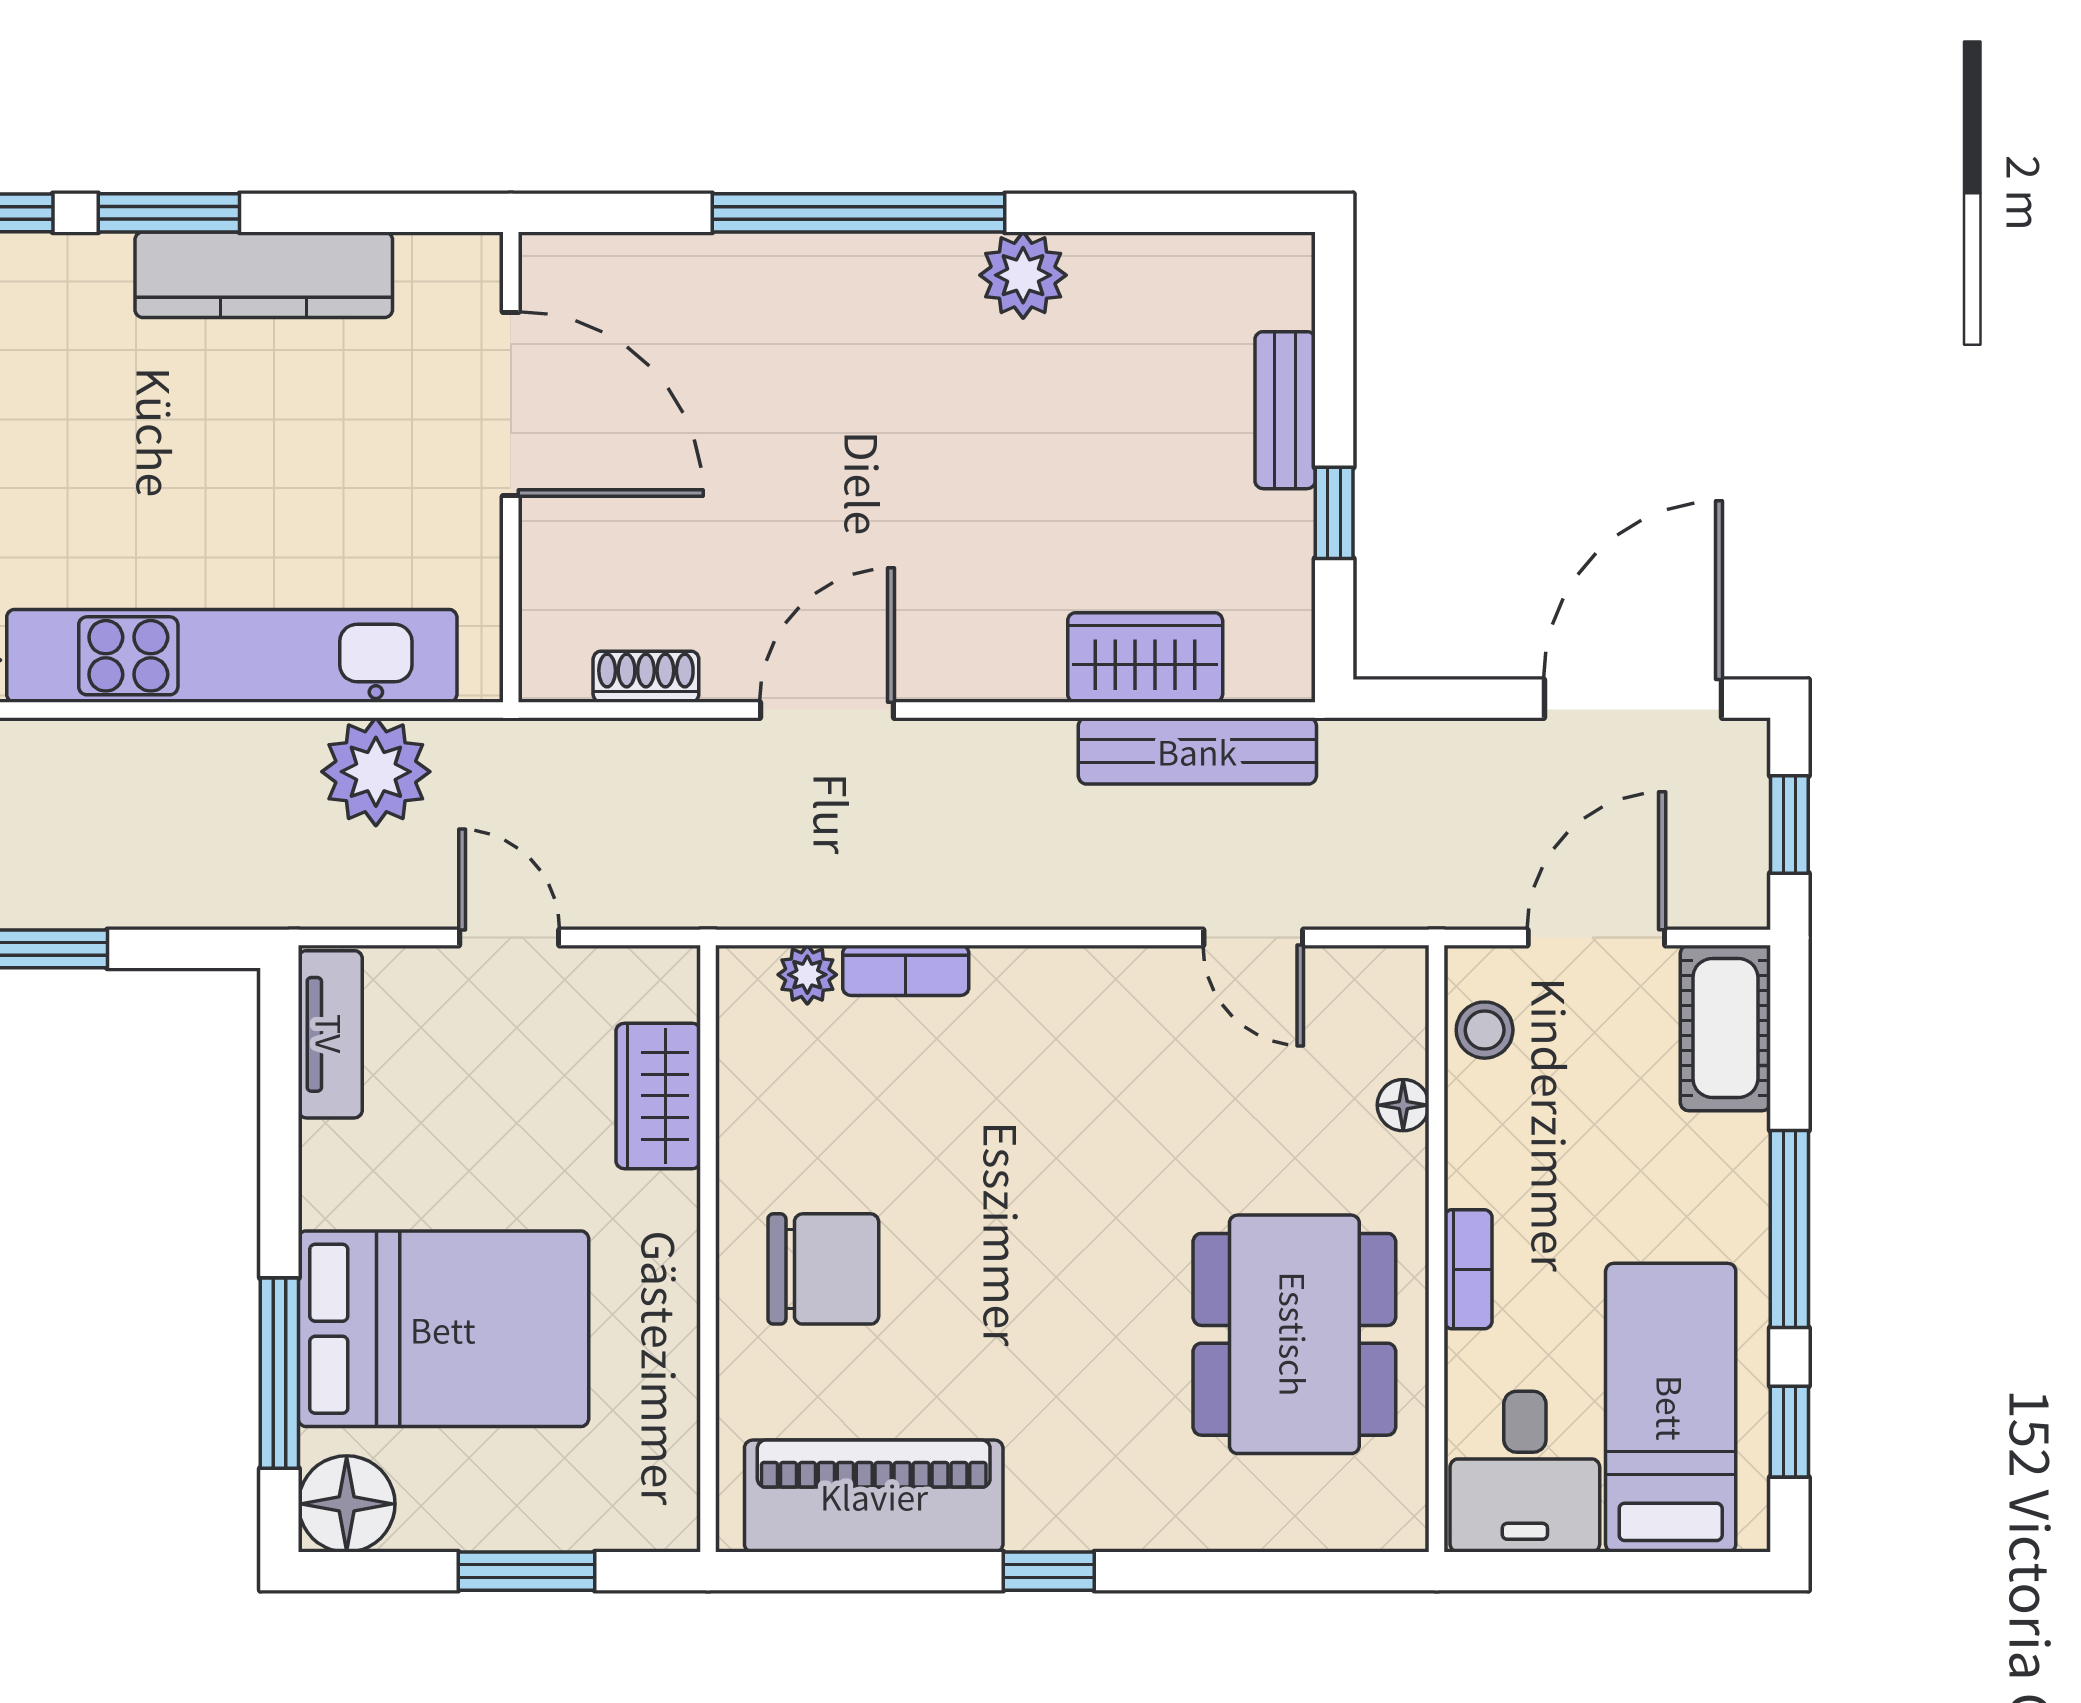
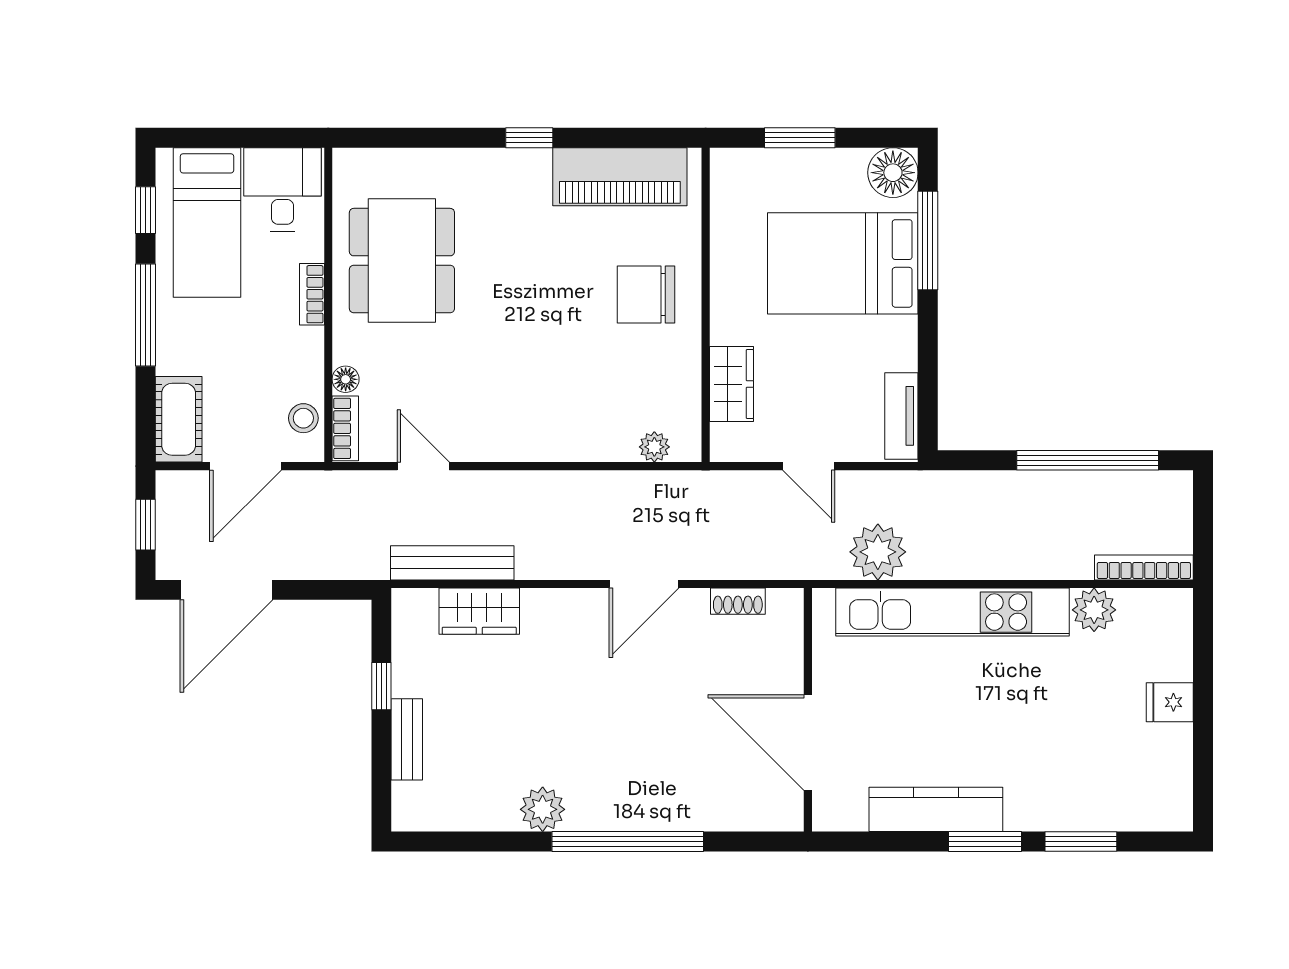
bookcase: (906, 970) -> (345, 428), moved, turned 90

